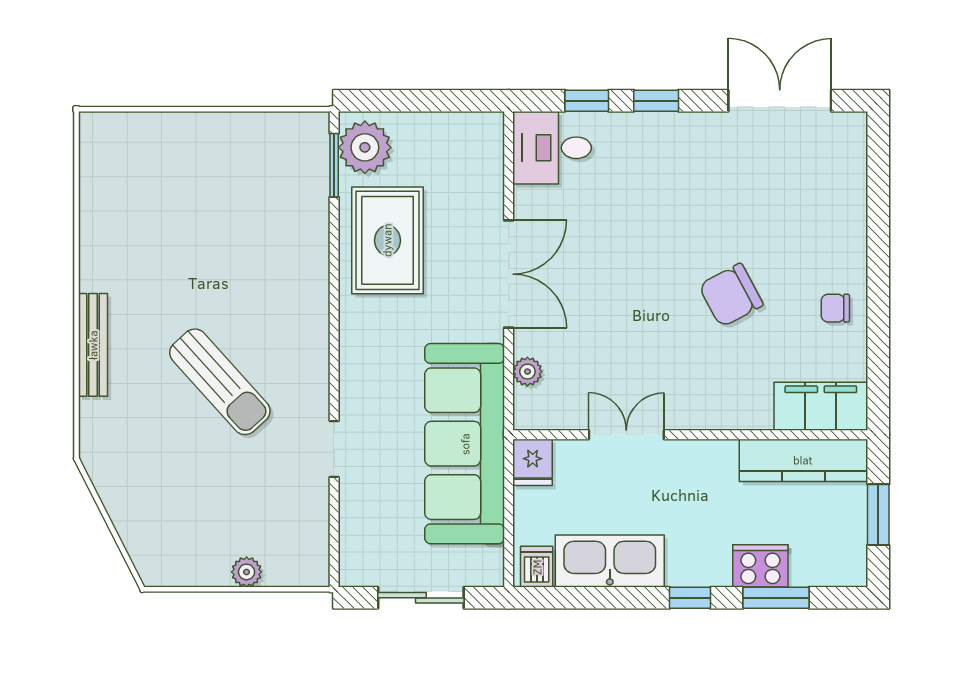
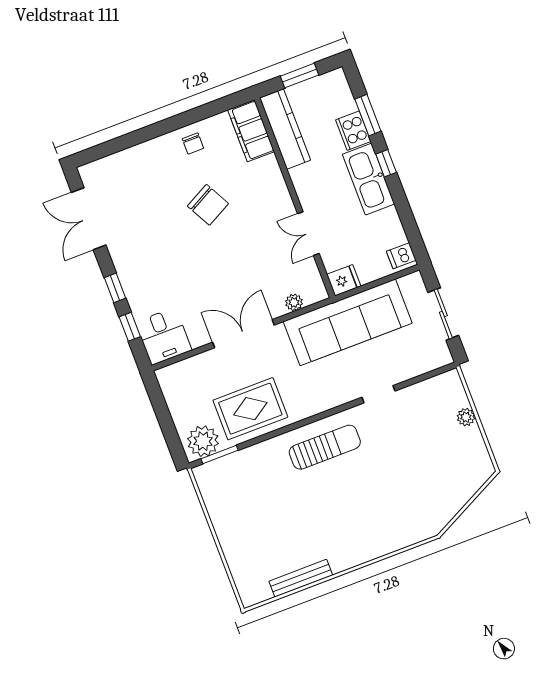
bench: (93, 345) -> (301, 578), moved
sun lounger: (220, 382) -> (325, 447), moved, turned 42
kitchen sink: (610, 561) -> (369, 179), moved

